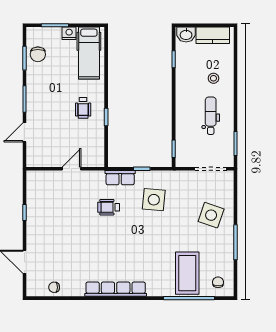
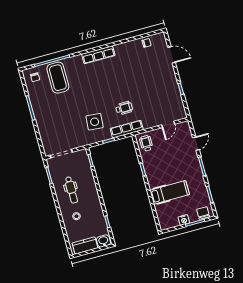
hospital bed: (89, 53) -> (170, 192), moved, turned 90
chair: (38, 54) -> (203, 213), moved
wheelchair: (83, 108) -> (146, 143), moved
door: (71, 169) -> (168, 124), moved
row of seats: (120, 178) -> (127, 129), width x1.48
side table: (211, 215) -> (52, 122), removed
row of seats: (116, 289) -> (98, 55), width x0.73

